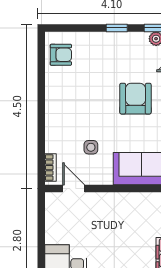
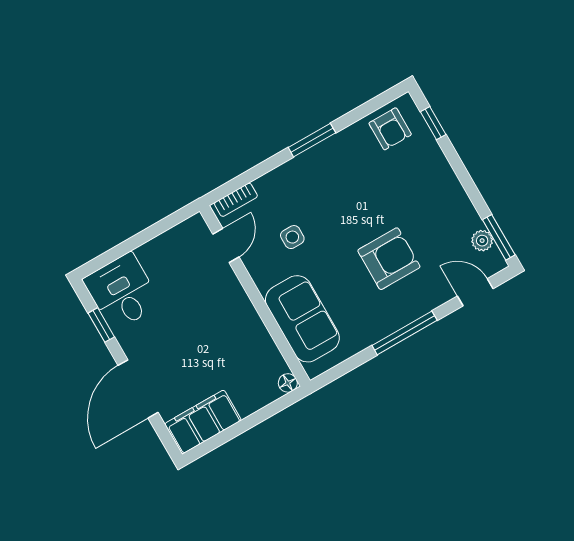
window: (117, 28) -> (433, 123), moved
window: (41, 104) -> (312, 140), added

